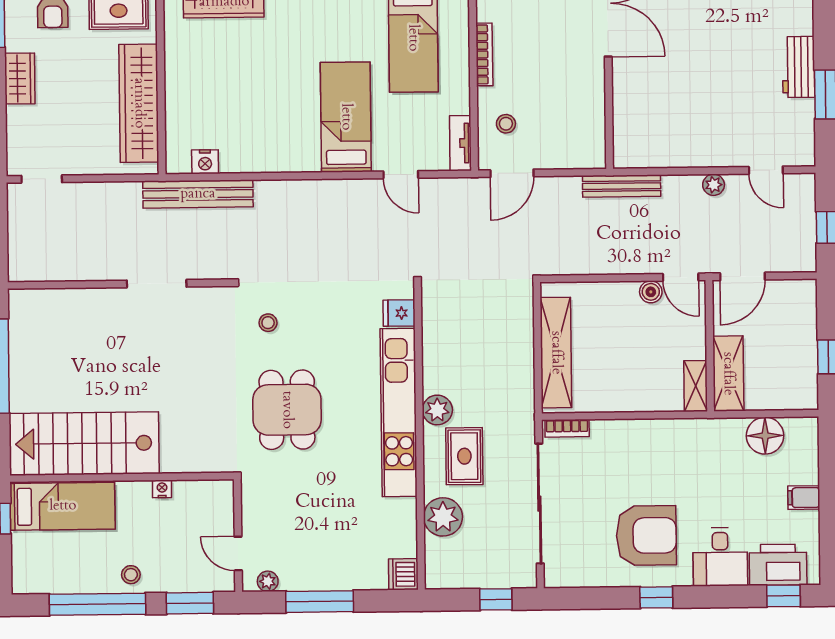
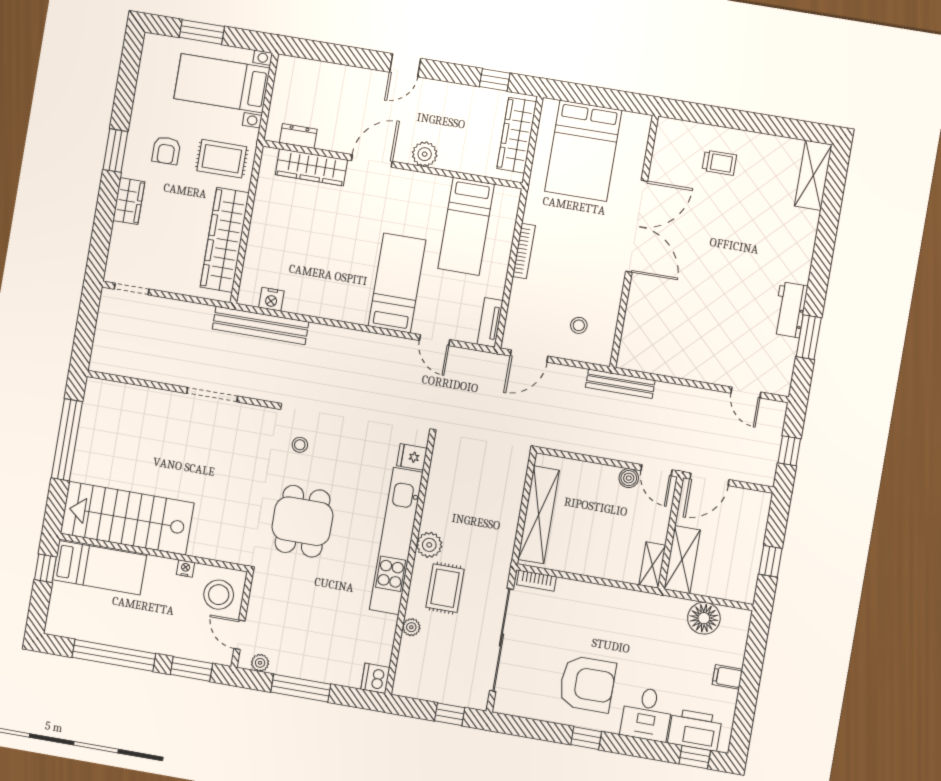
stool: (506, 124) -> (579, 325), moved
plant: (714, 185) -> (699, 397), removed
plant: (443, 517) -> (411, 627), width x0.53, depth x0.53
stool: (131, 575) -> (219, 595), moved, width x1.89, depth x1.89

